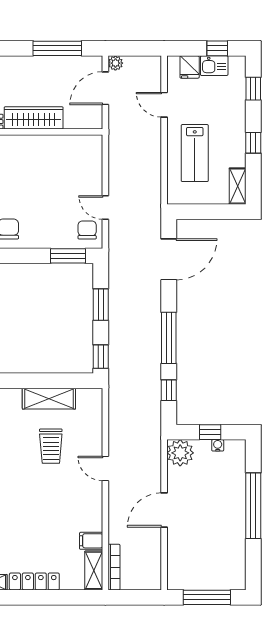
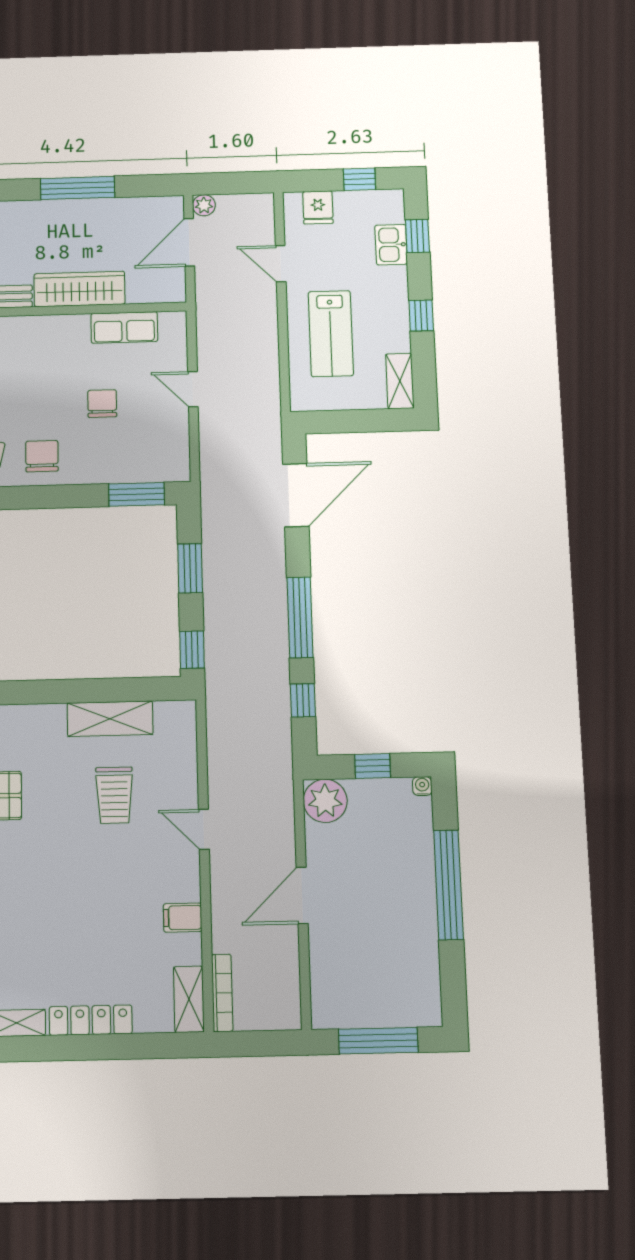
window: (57, 48) -> (78, 188), moved
kitchen sink: (214, 66) -> (391, 245), moved, turned 90
row of seats: (62, 145) -> (124, 327), added
door: (105, 208) -> (193, 389), moved
chair: (87, 230) -> (102, 403), moved
water cooler: (218, 445) -> (422, 786), moved
filing cabinet: (91, 541) -> (183, 918), moved

